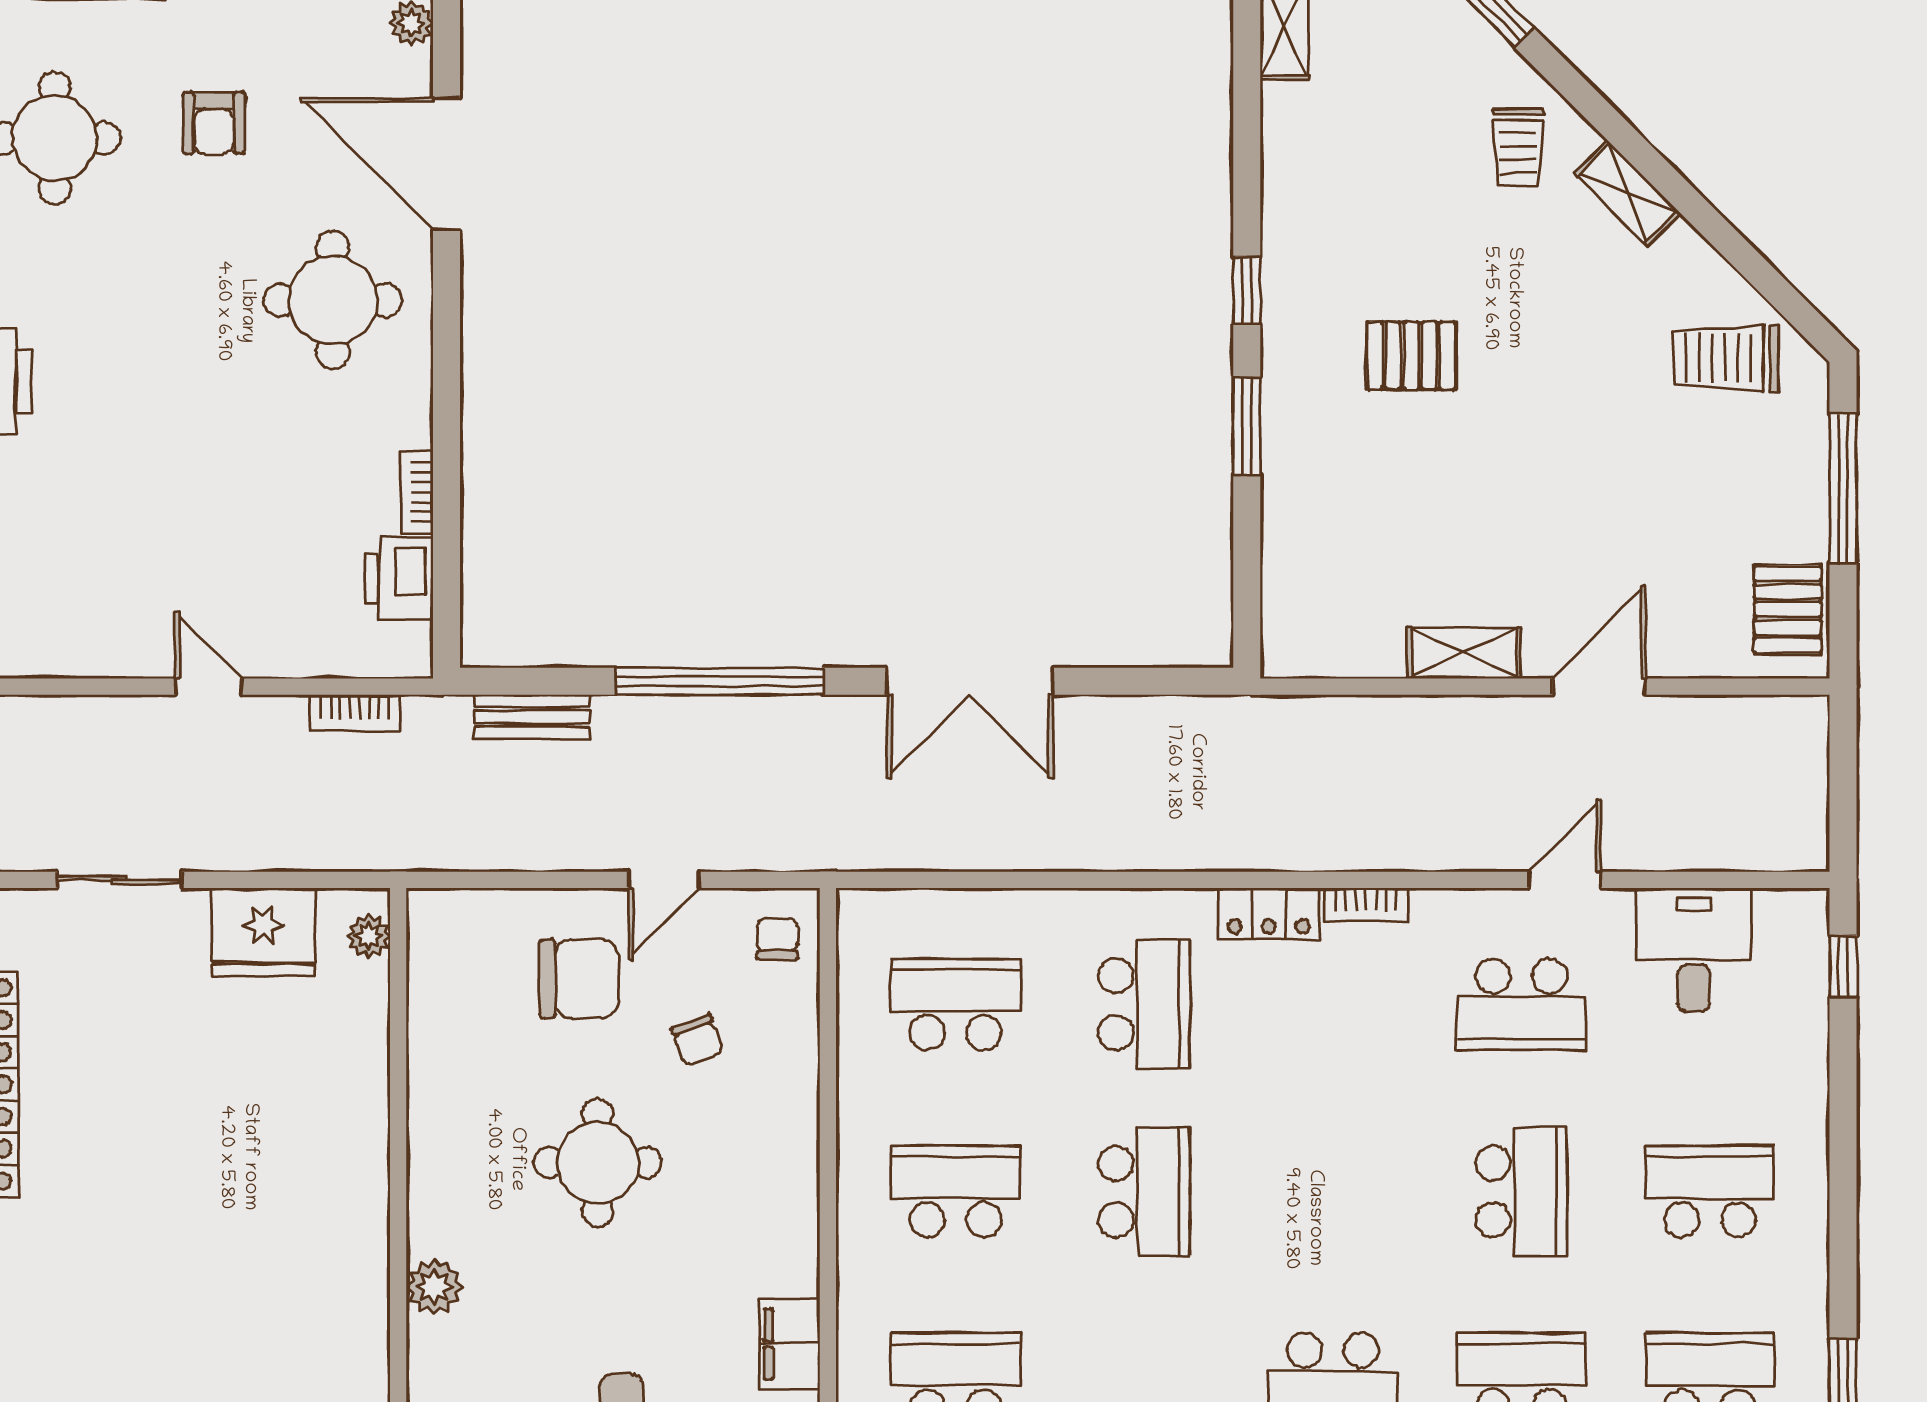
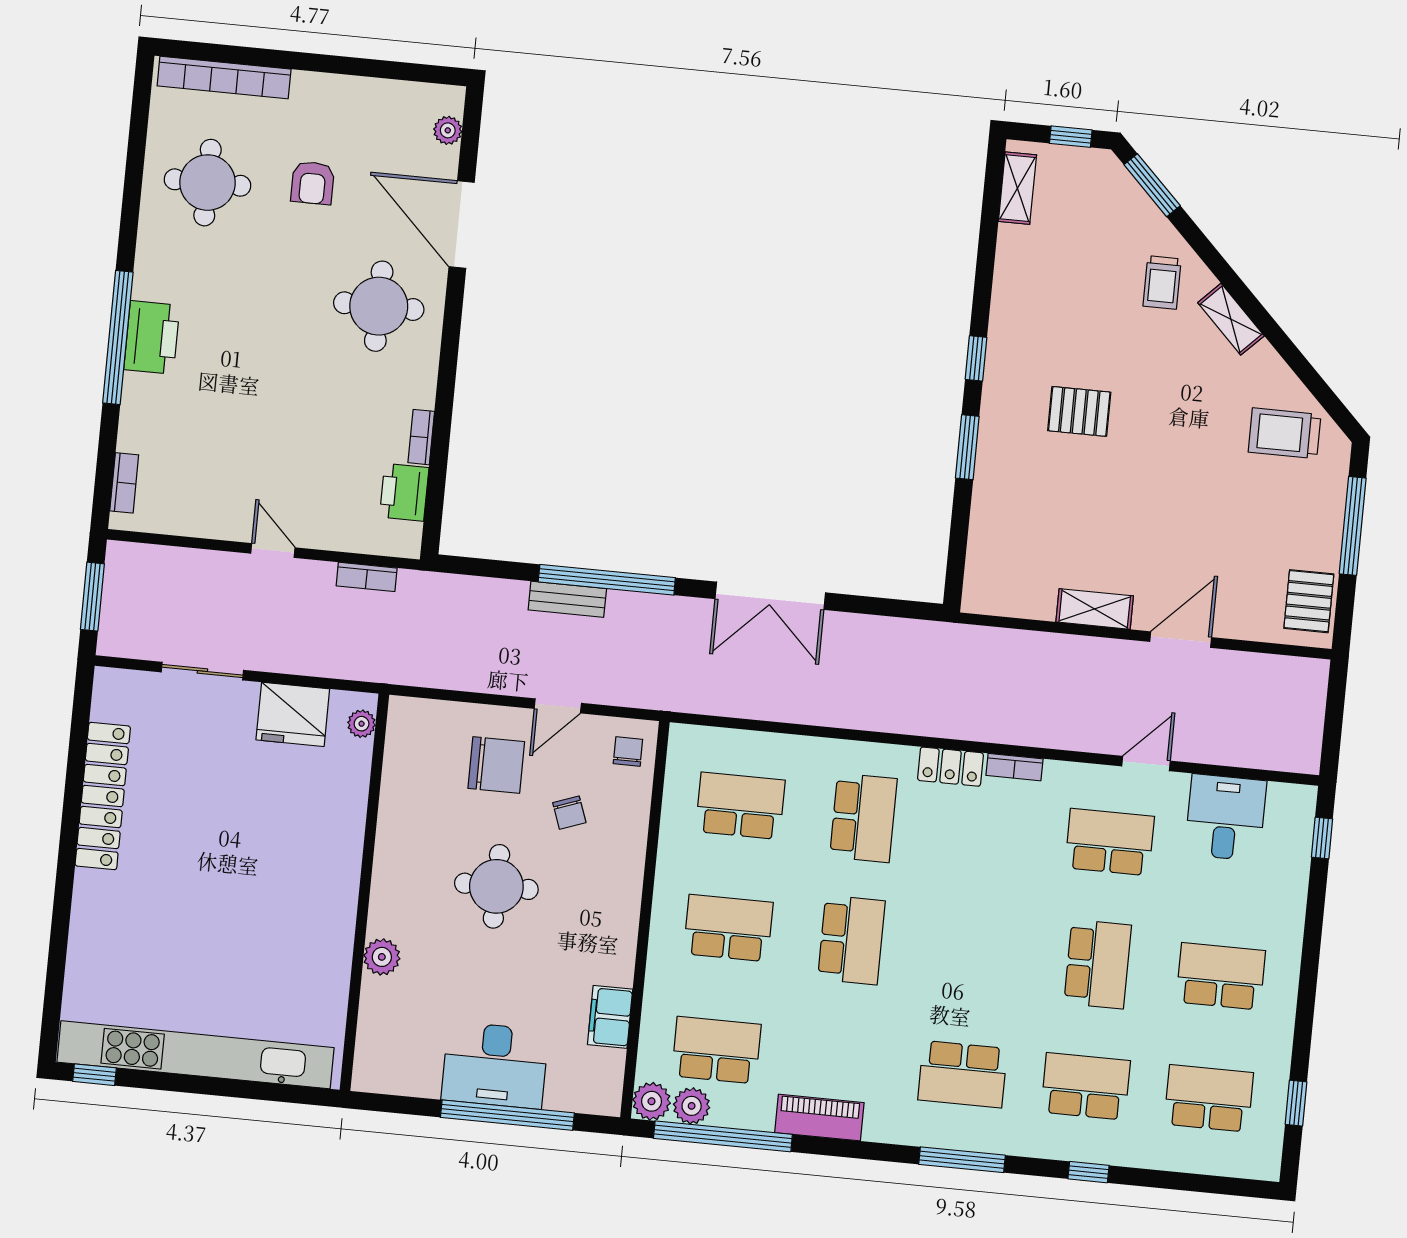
bench: (532, 717) -> (567, 599), moved
school desk: (1521, 1004) -> (1110, 842), turned 180

